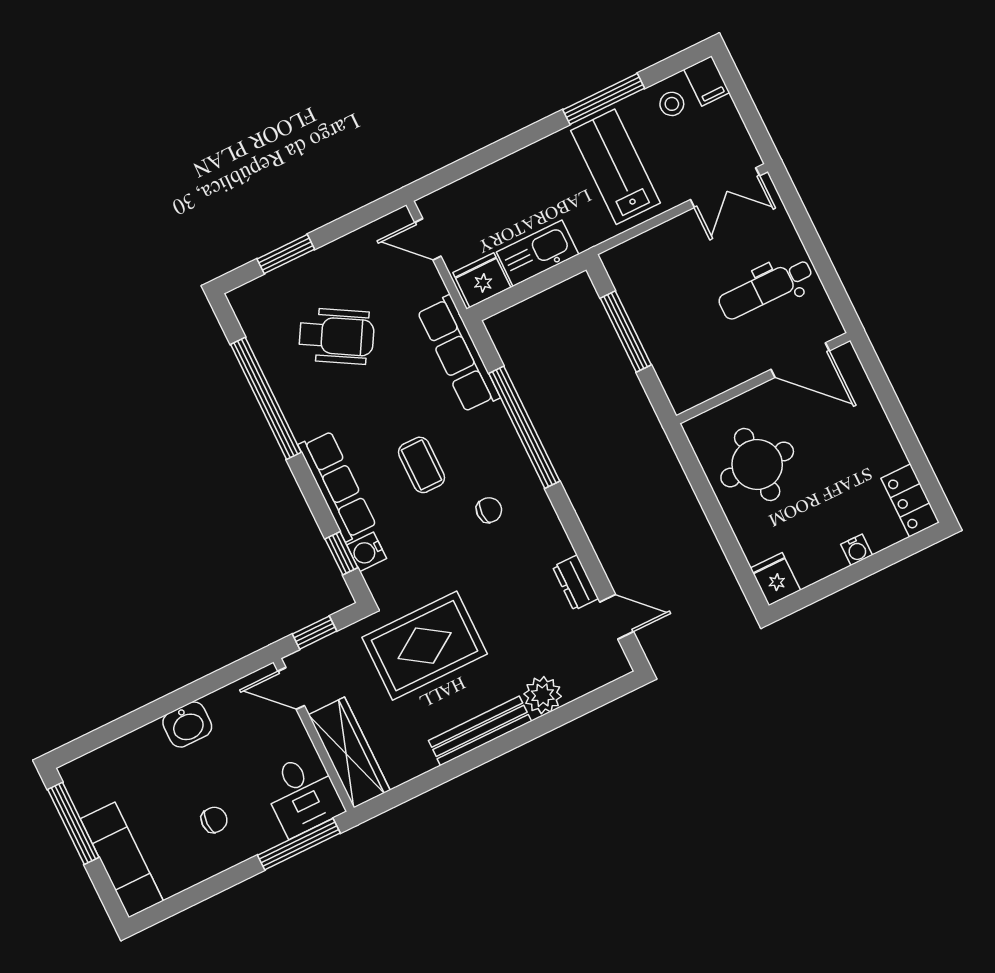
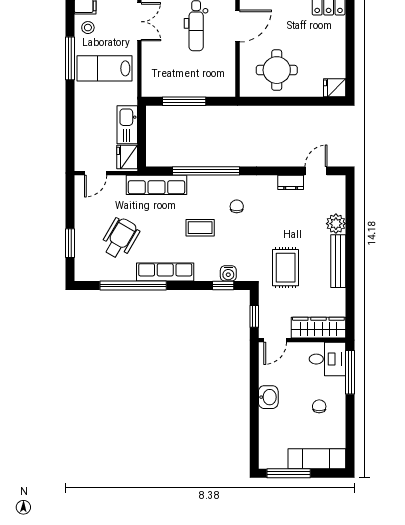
row of seats: (337, 486) -> (165, 272), moved
water cooler: (857, 550) -> (339, 43), removed
rug: (425, 646) -> (286, 268), width x0.73, depth x0.70

